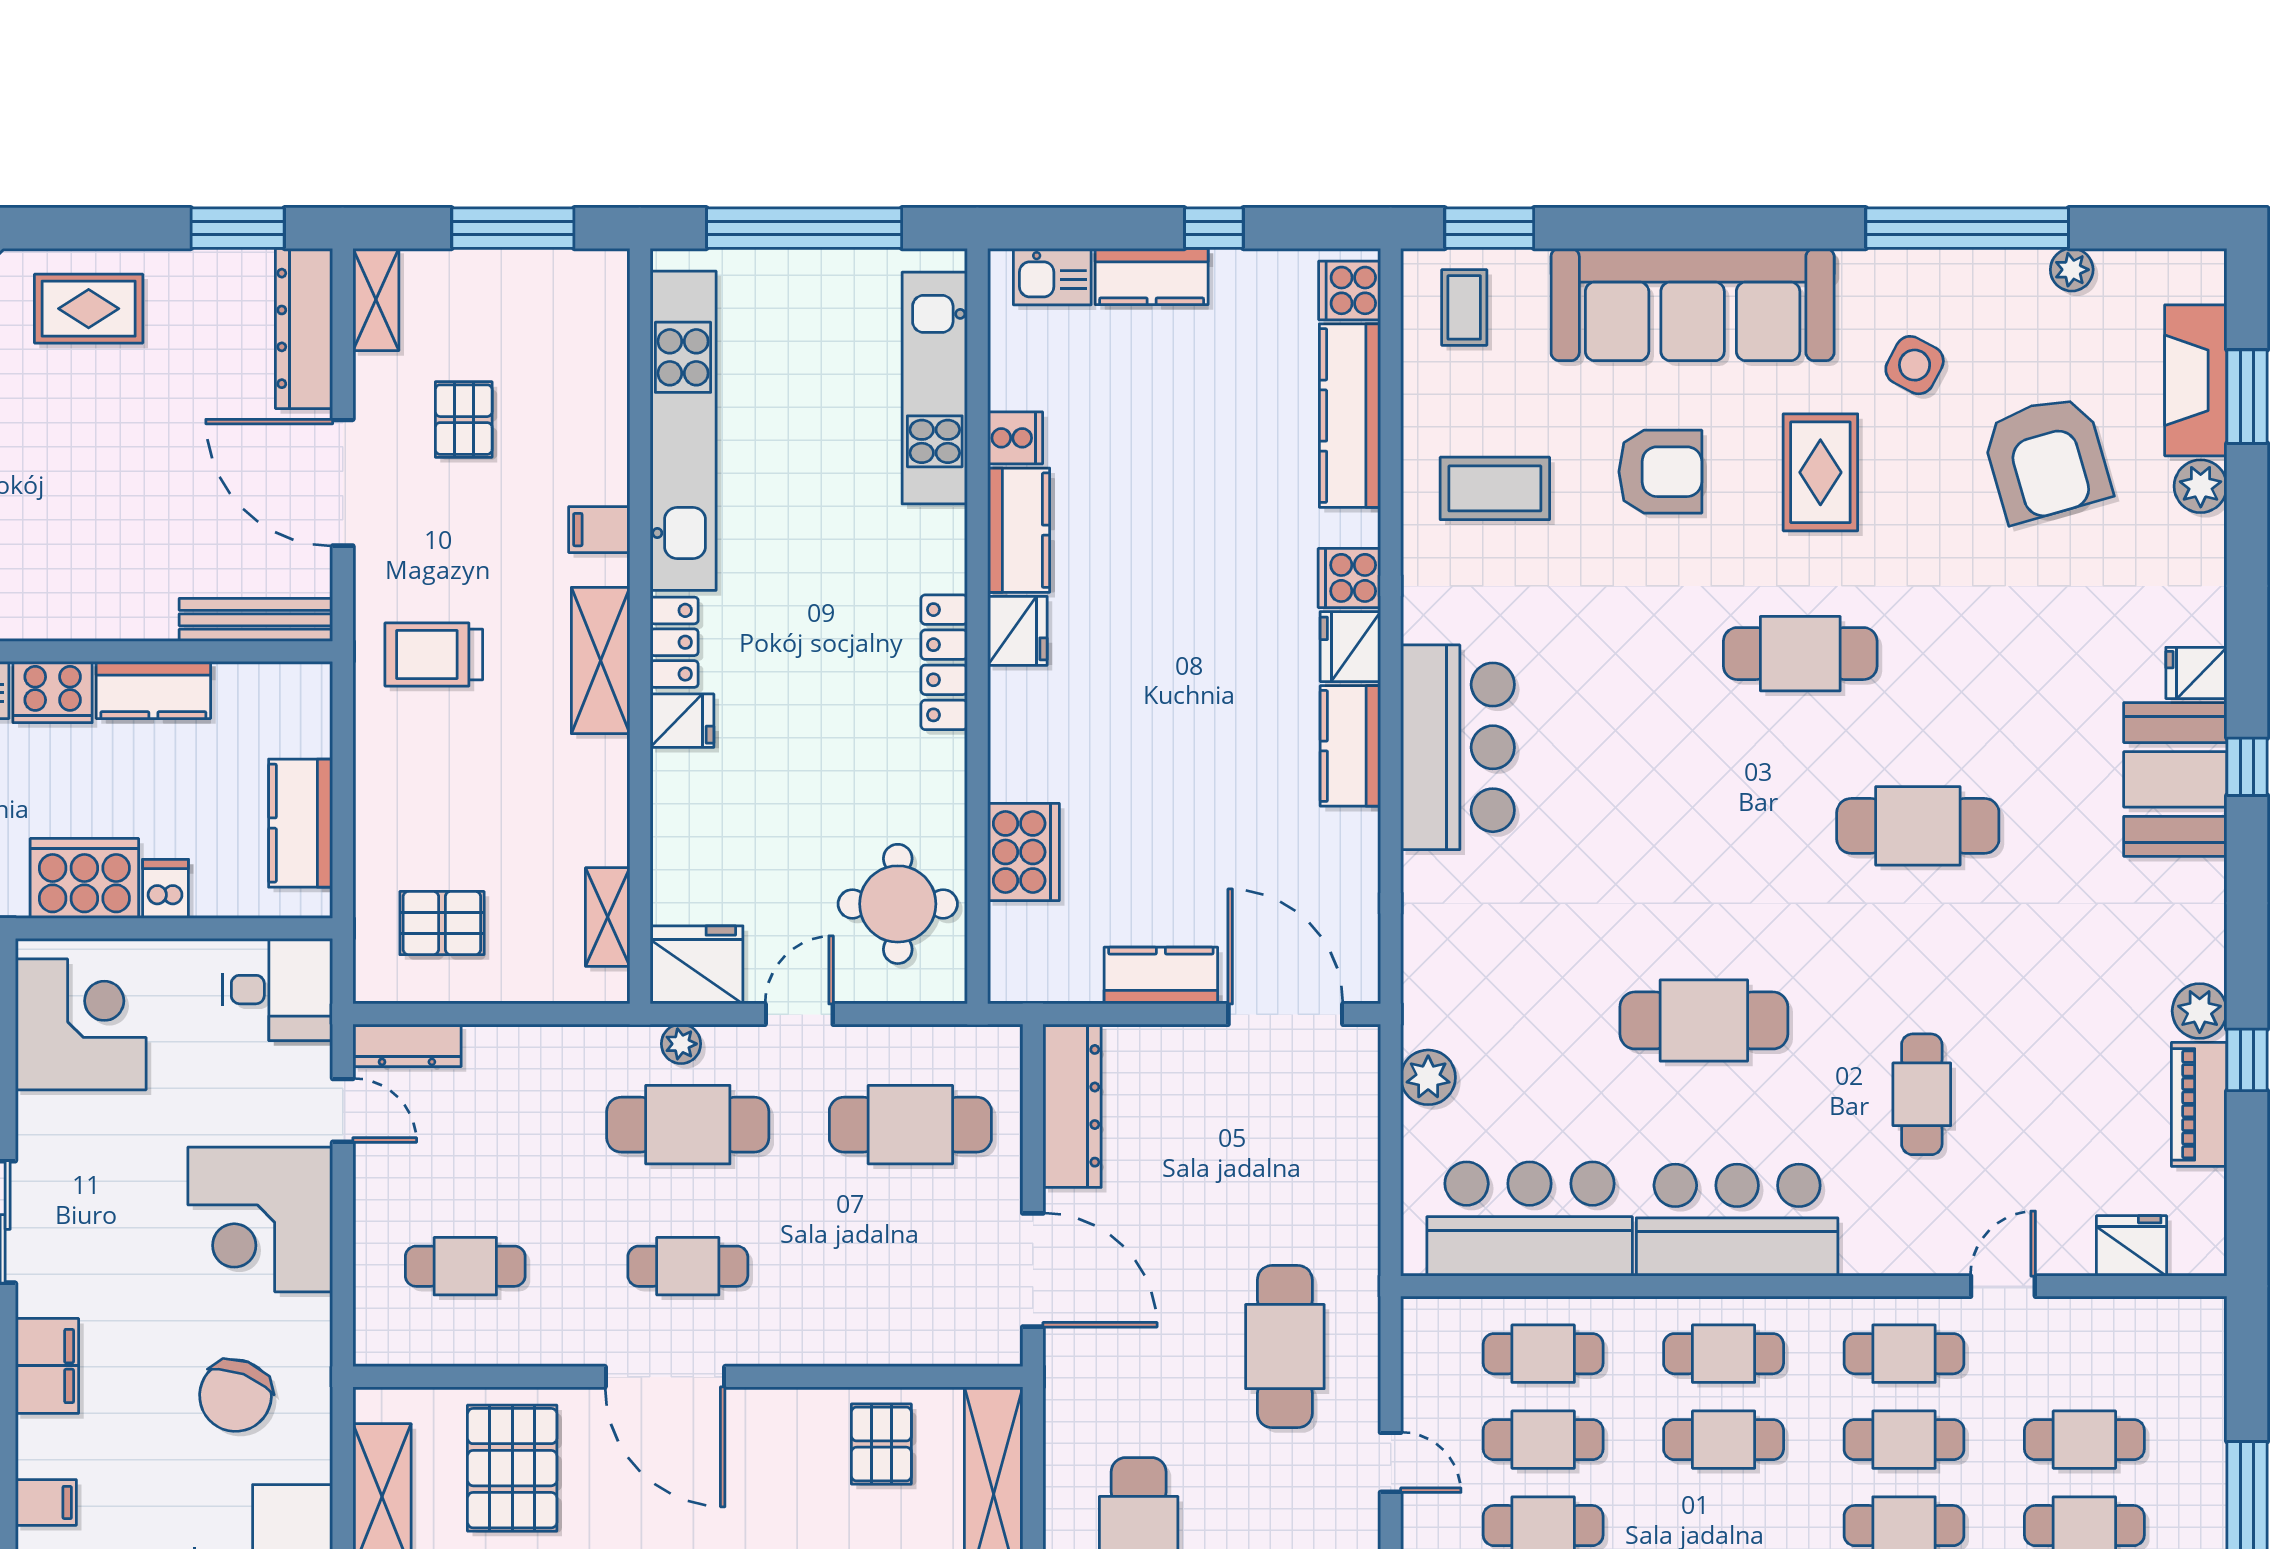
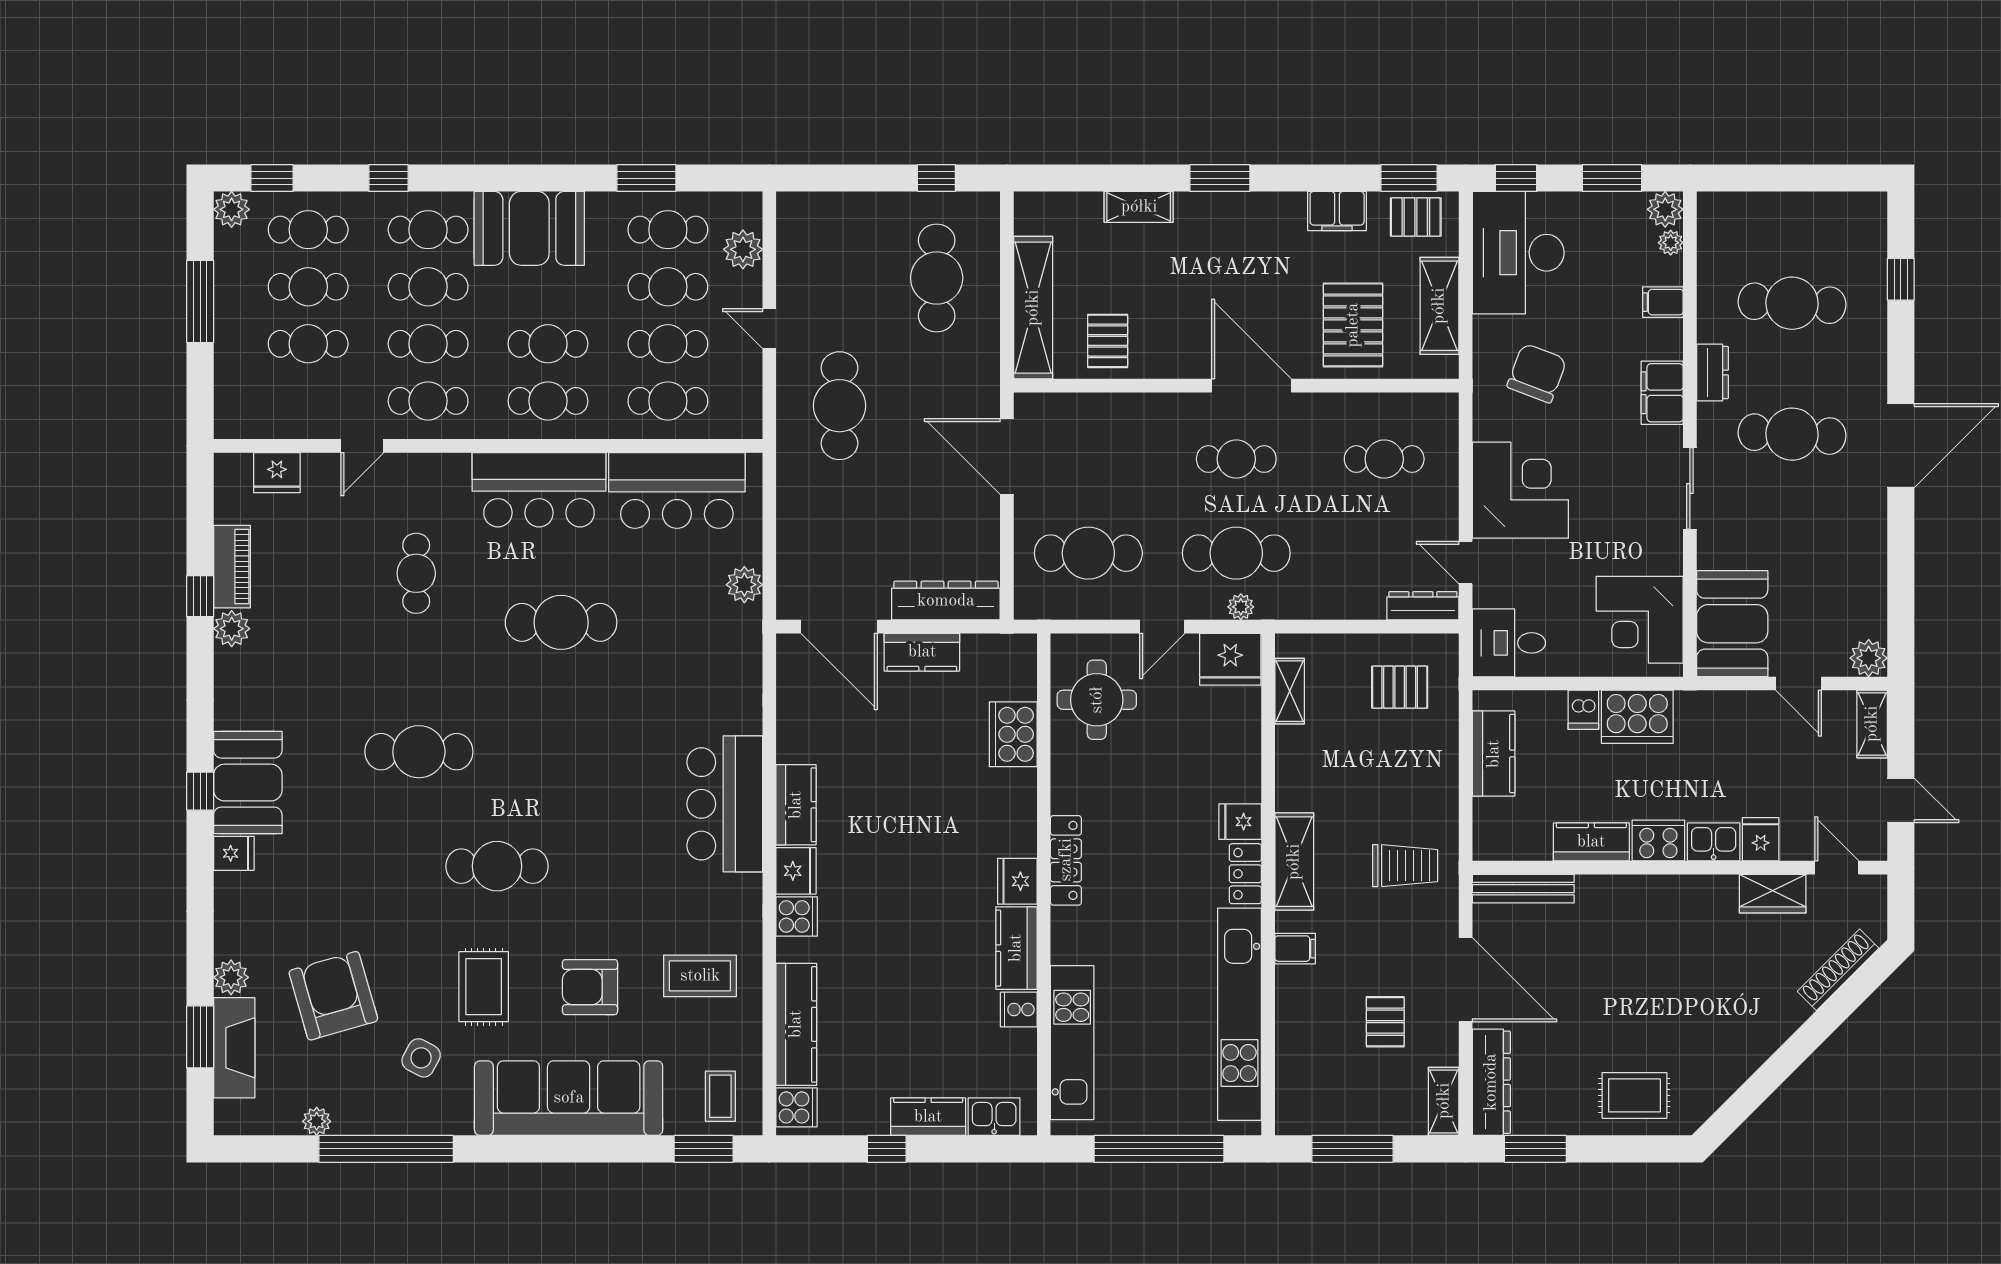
dresser: (1072, 1106) -> (946, 601), moved, turned 90

